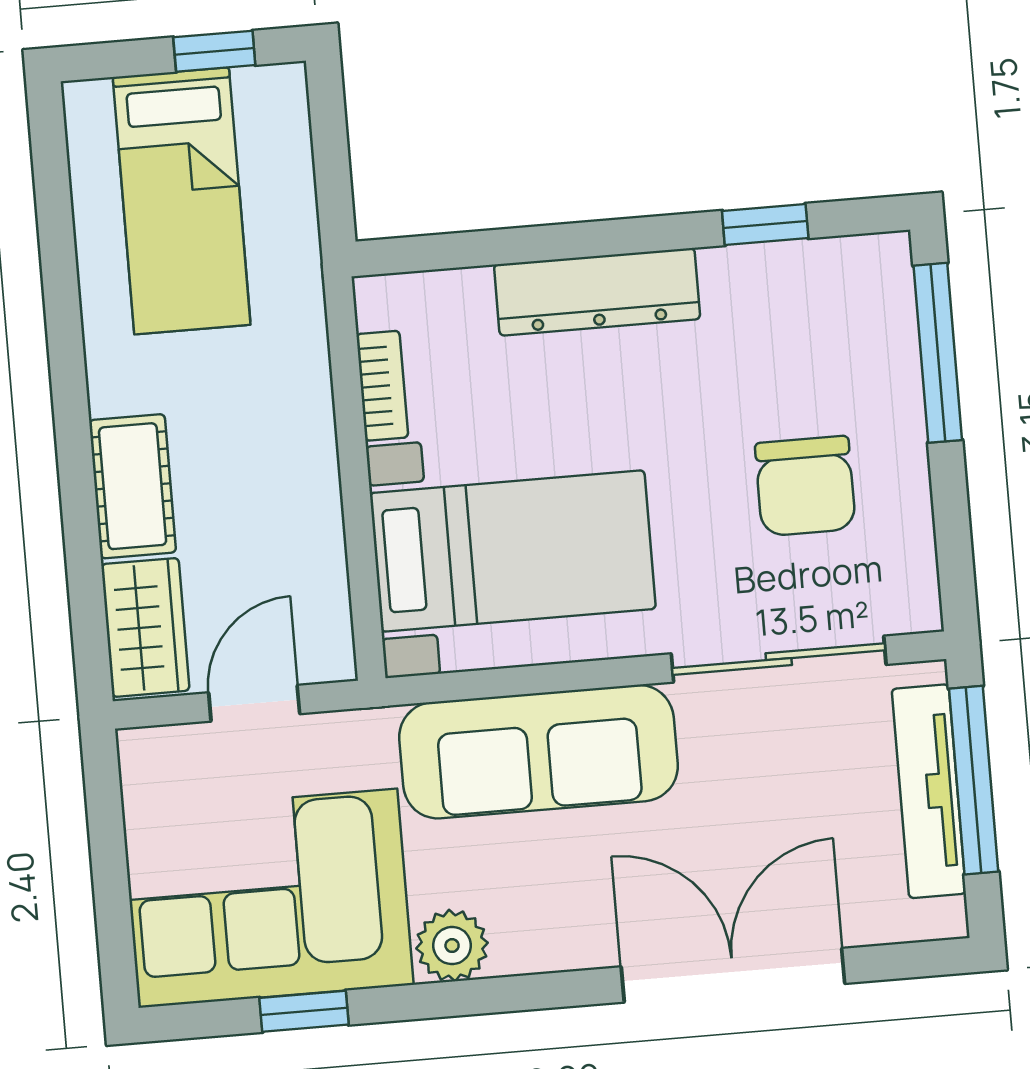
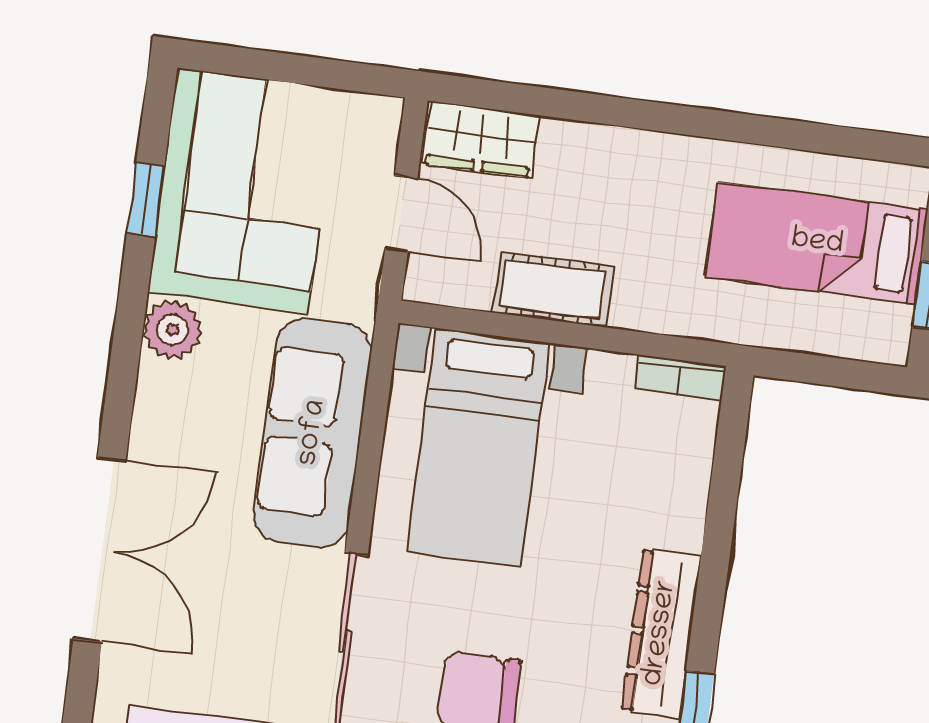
dresser: (597, 292) -> (661, 633), moved
bookcase: (382, 386) -> (680, 378), moved
cot: (133, 486) -> (553, 289), moved

